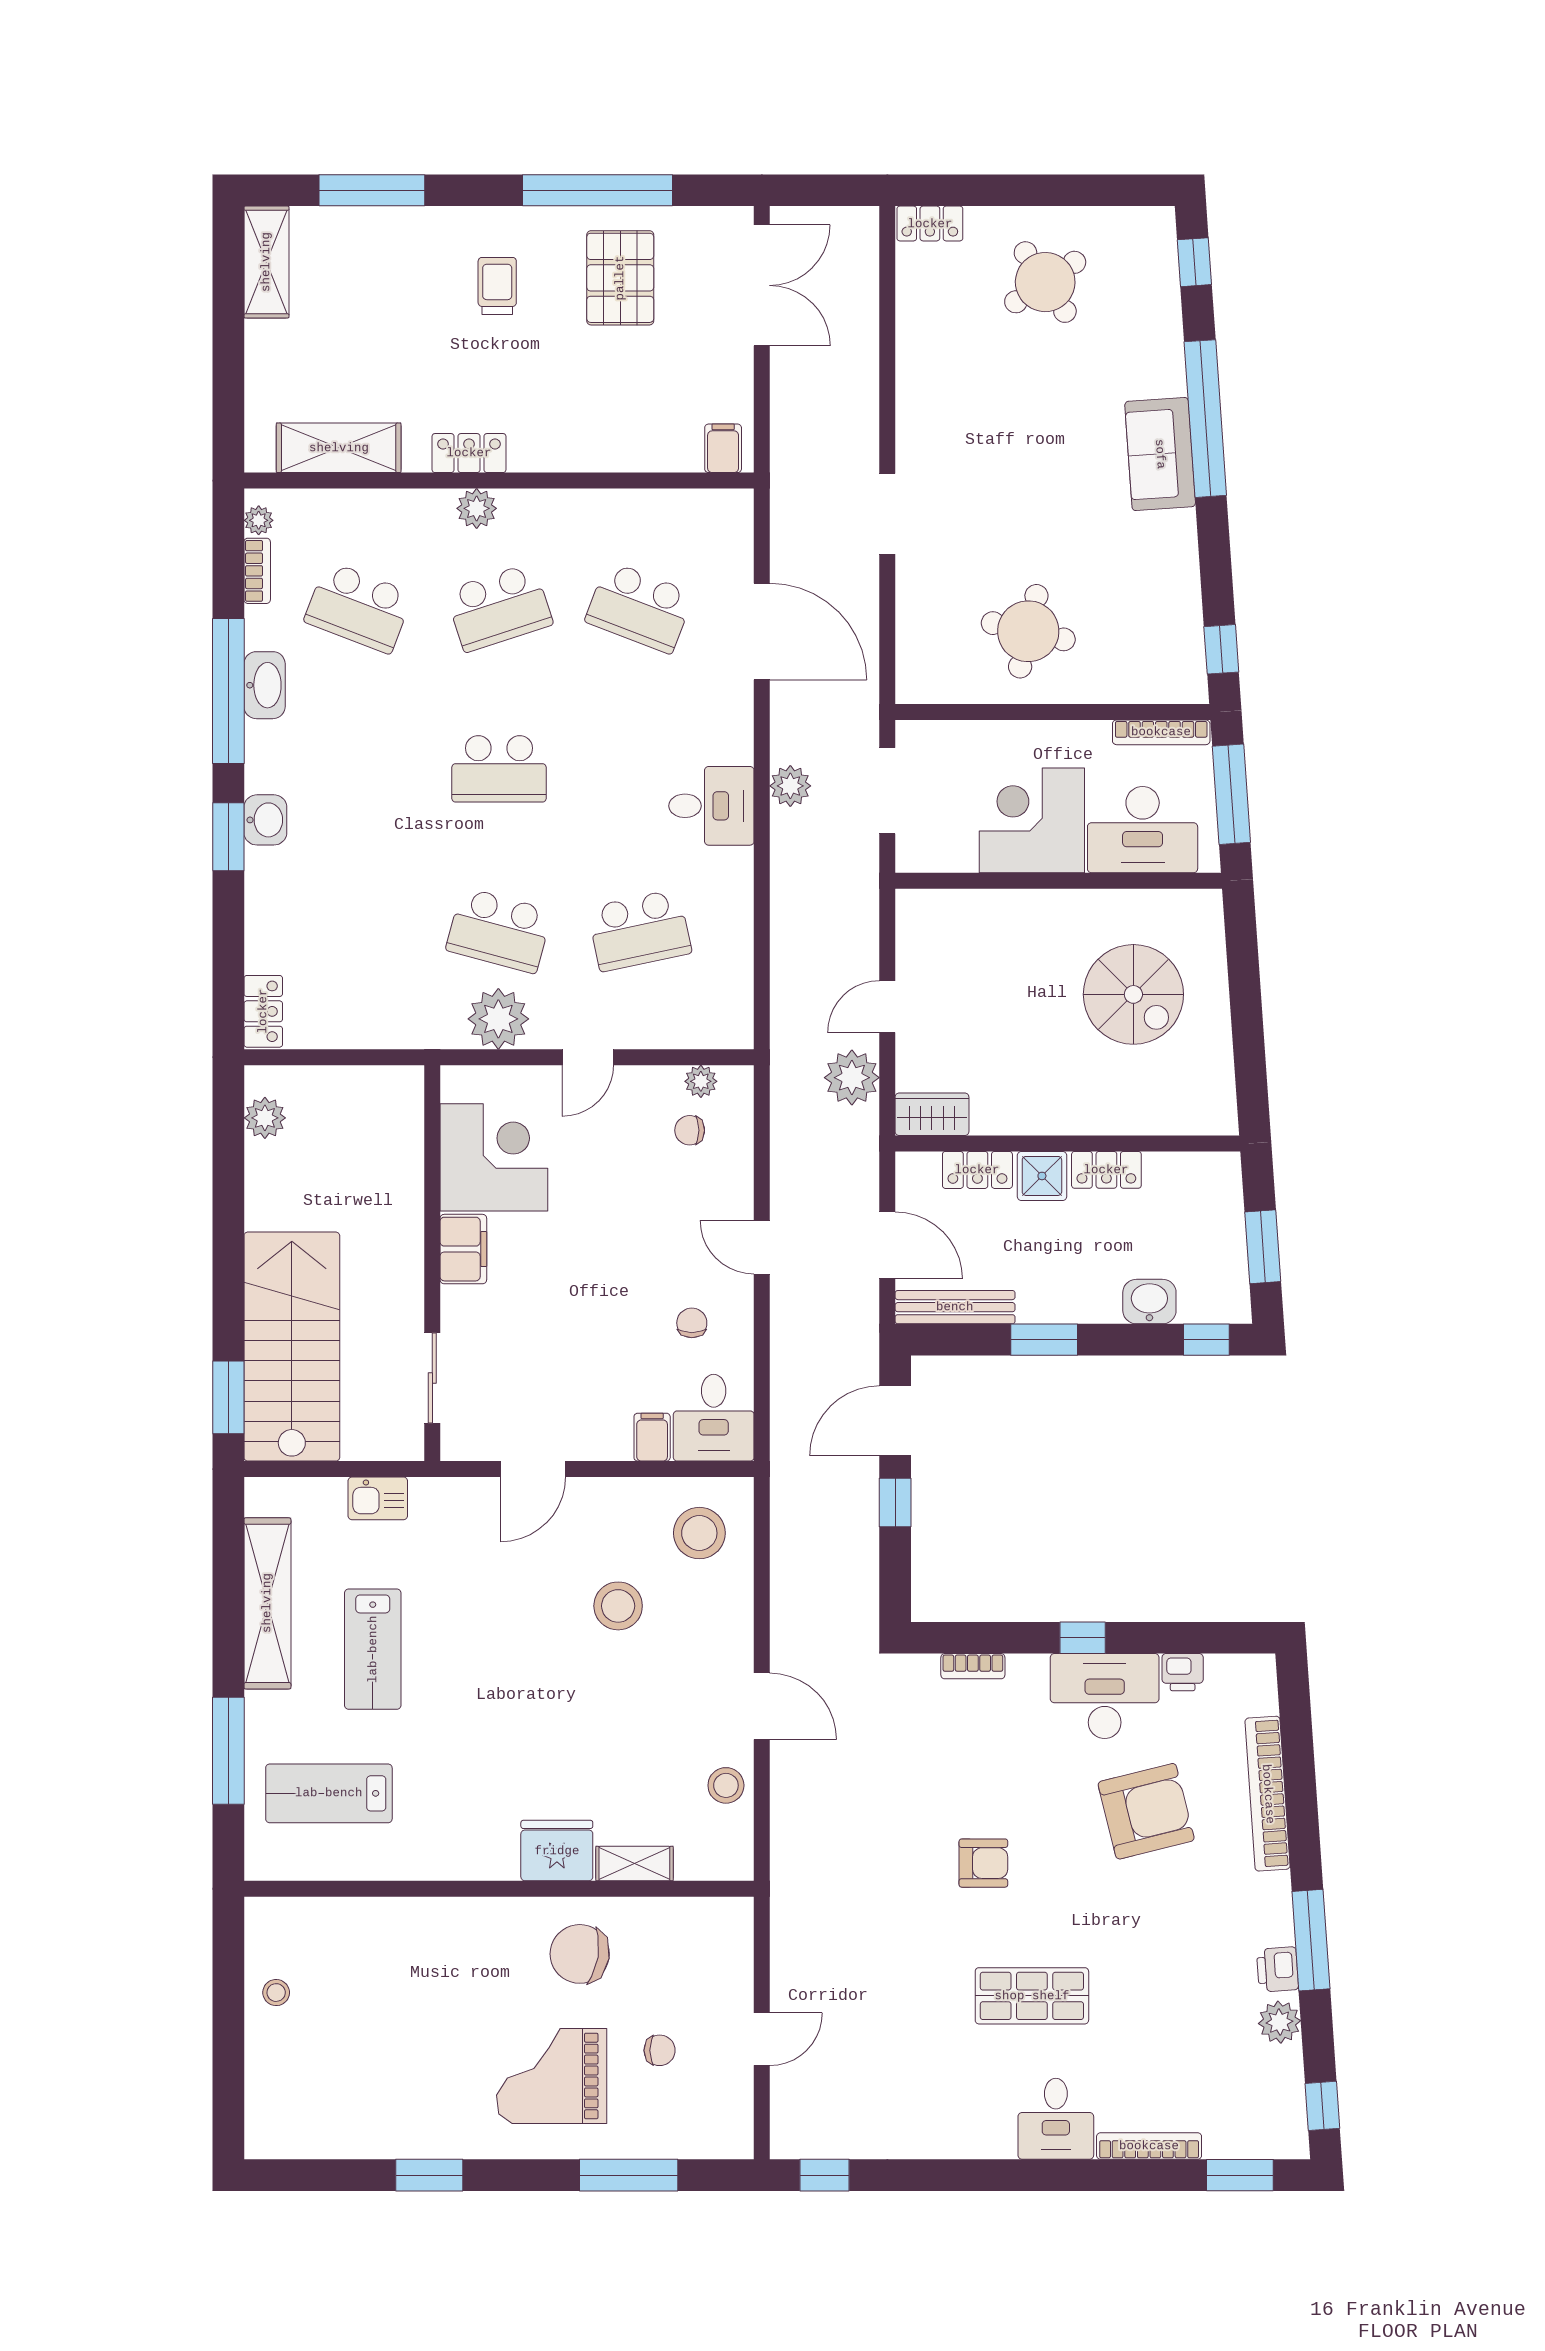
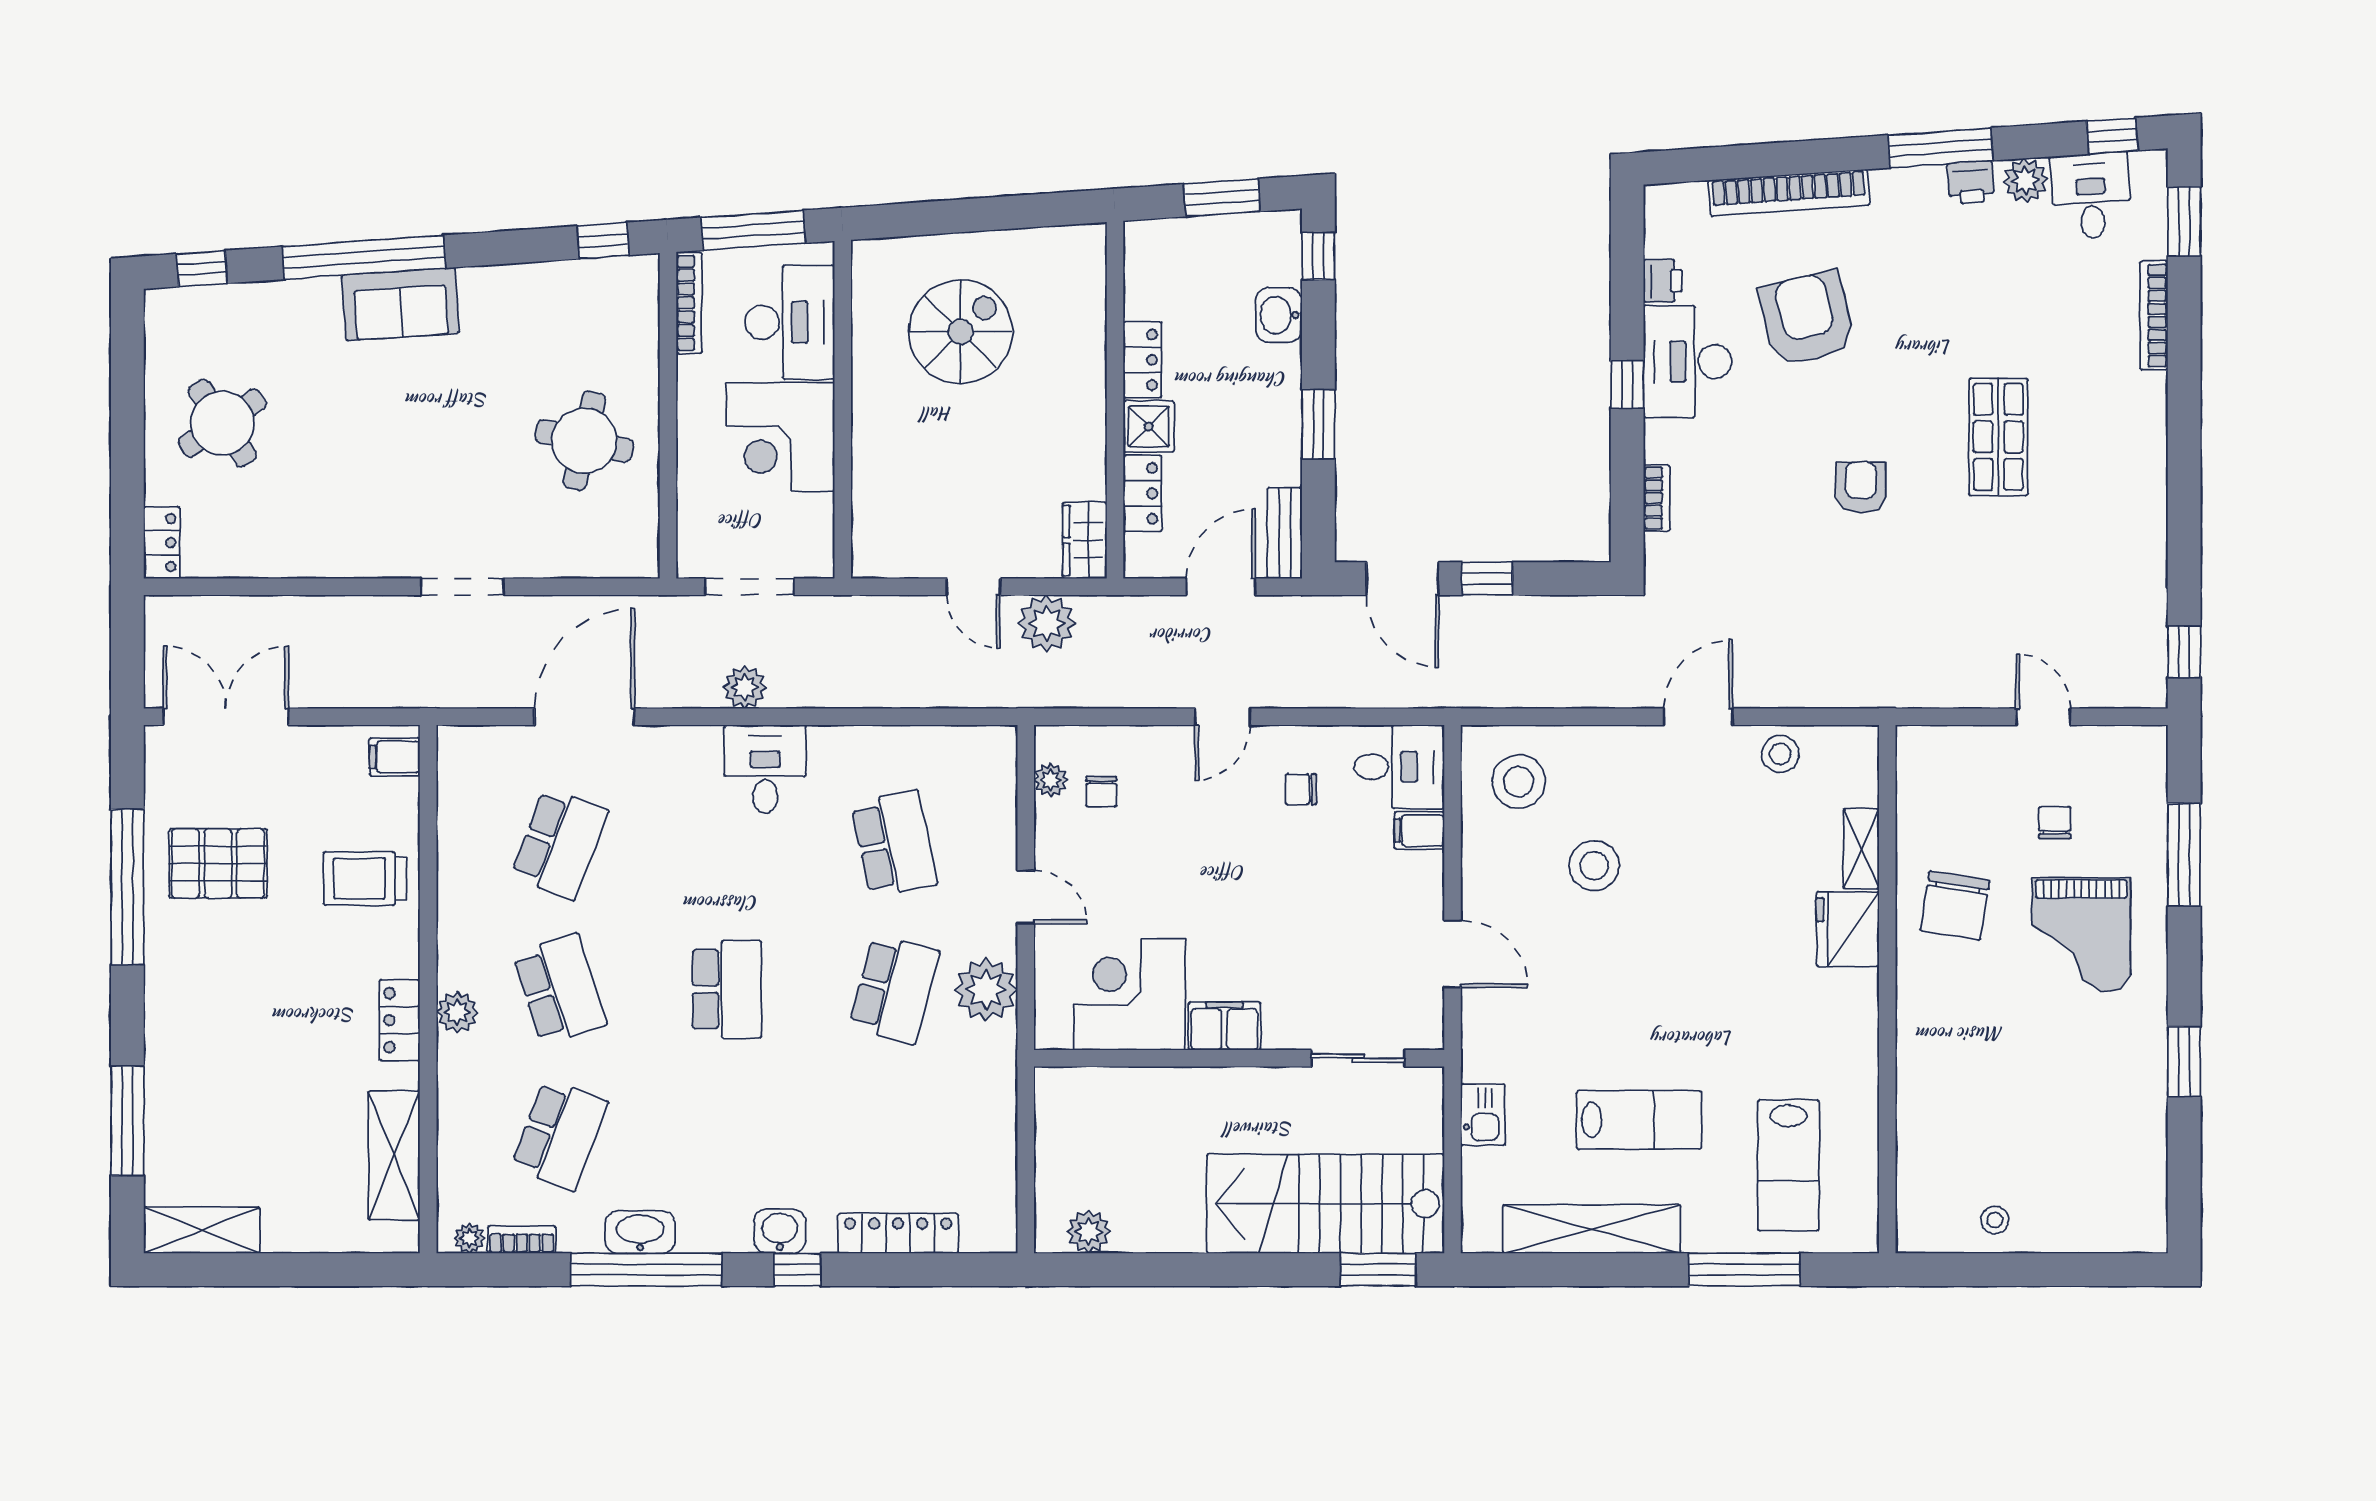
trolley: (497, 286) -> (365, 879), moved, width x1.36, depth x1.39
window: (228, 837) -> (797, 1270), width x0.67
locker: (263, 1011) -> (898, 1233), moved, width x1.53
bench: (955, 1307) -> (1285, 533), width x0.73
desk: (1056, 2119) -> (2091, 196), moved, turned -94

